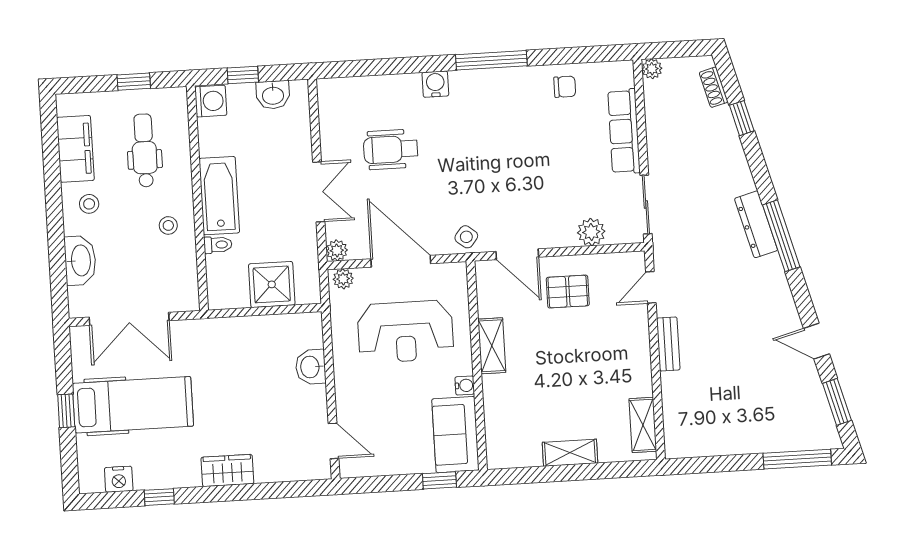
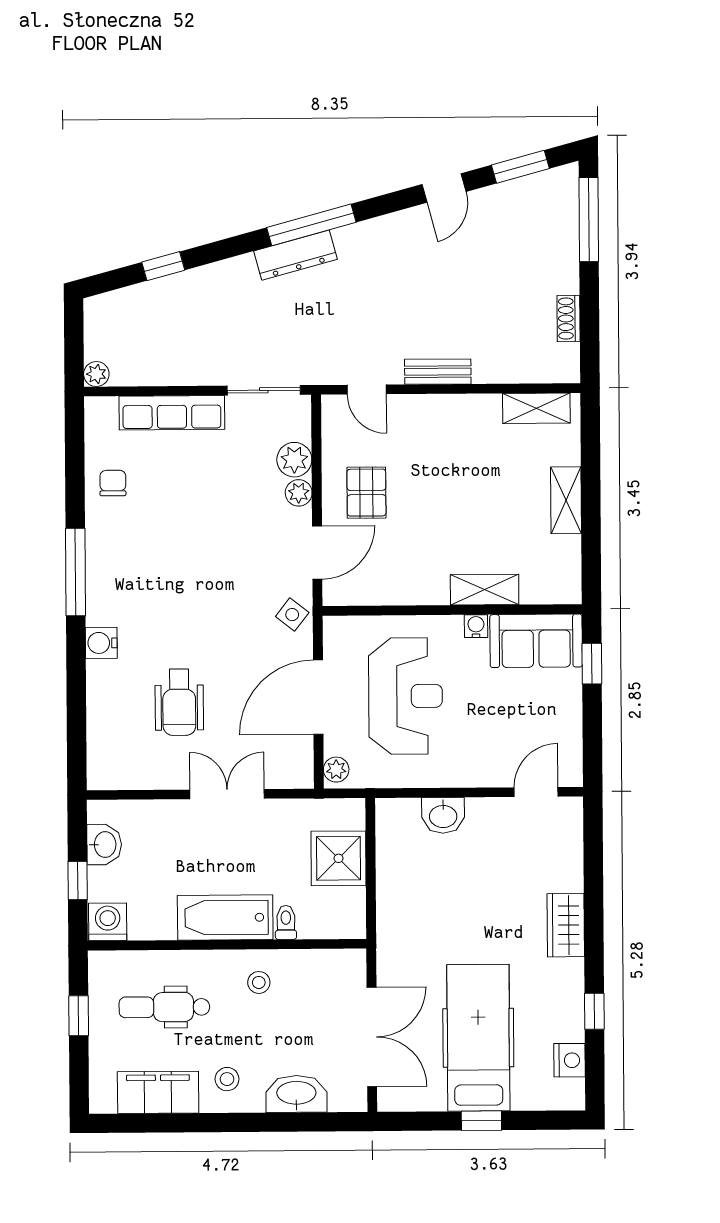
shoe rack: (714, 87) -> (569, 319), moved, turned 105
plant: (337, 250) -> (299, 493), moved
shelving: (492, 346) -> (485, 590), moved

